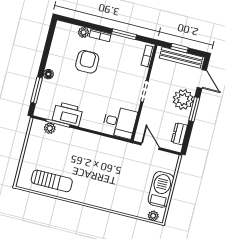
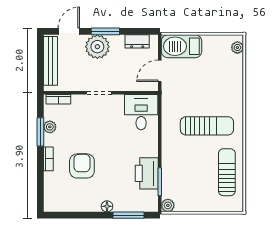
plant: (84, 32) -> (50, 127), moved
window: (179, 48) -> (40, 65), removed
armchair: (87, 62) -> (82, 166), turned 90
plant: (50, 128) -> (168, 205), moved
sun lounger: (94, 174) -> (207, 126), added
barbecue: (161, 189) -> (181, 46), moved

